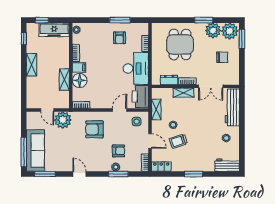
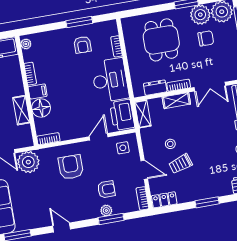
chair: (222, 57) -> (206, 38), moved
shelving: (156, 109) -> (143, 114), moved
armchair: (94, 129) -> (71, 167), turned 90

